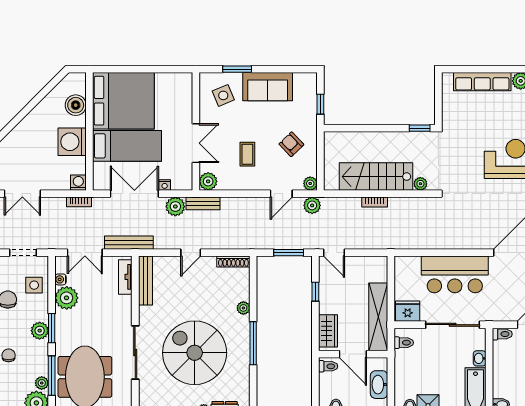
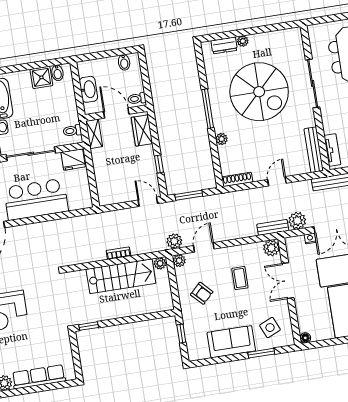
floor lamp: (187, 78) -> (305, 338), added
plant: (420, 184) -> (160, 263), moved
shelving: (378, 317) -> (94, 134), width x0.45, depth x0.75

